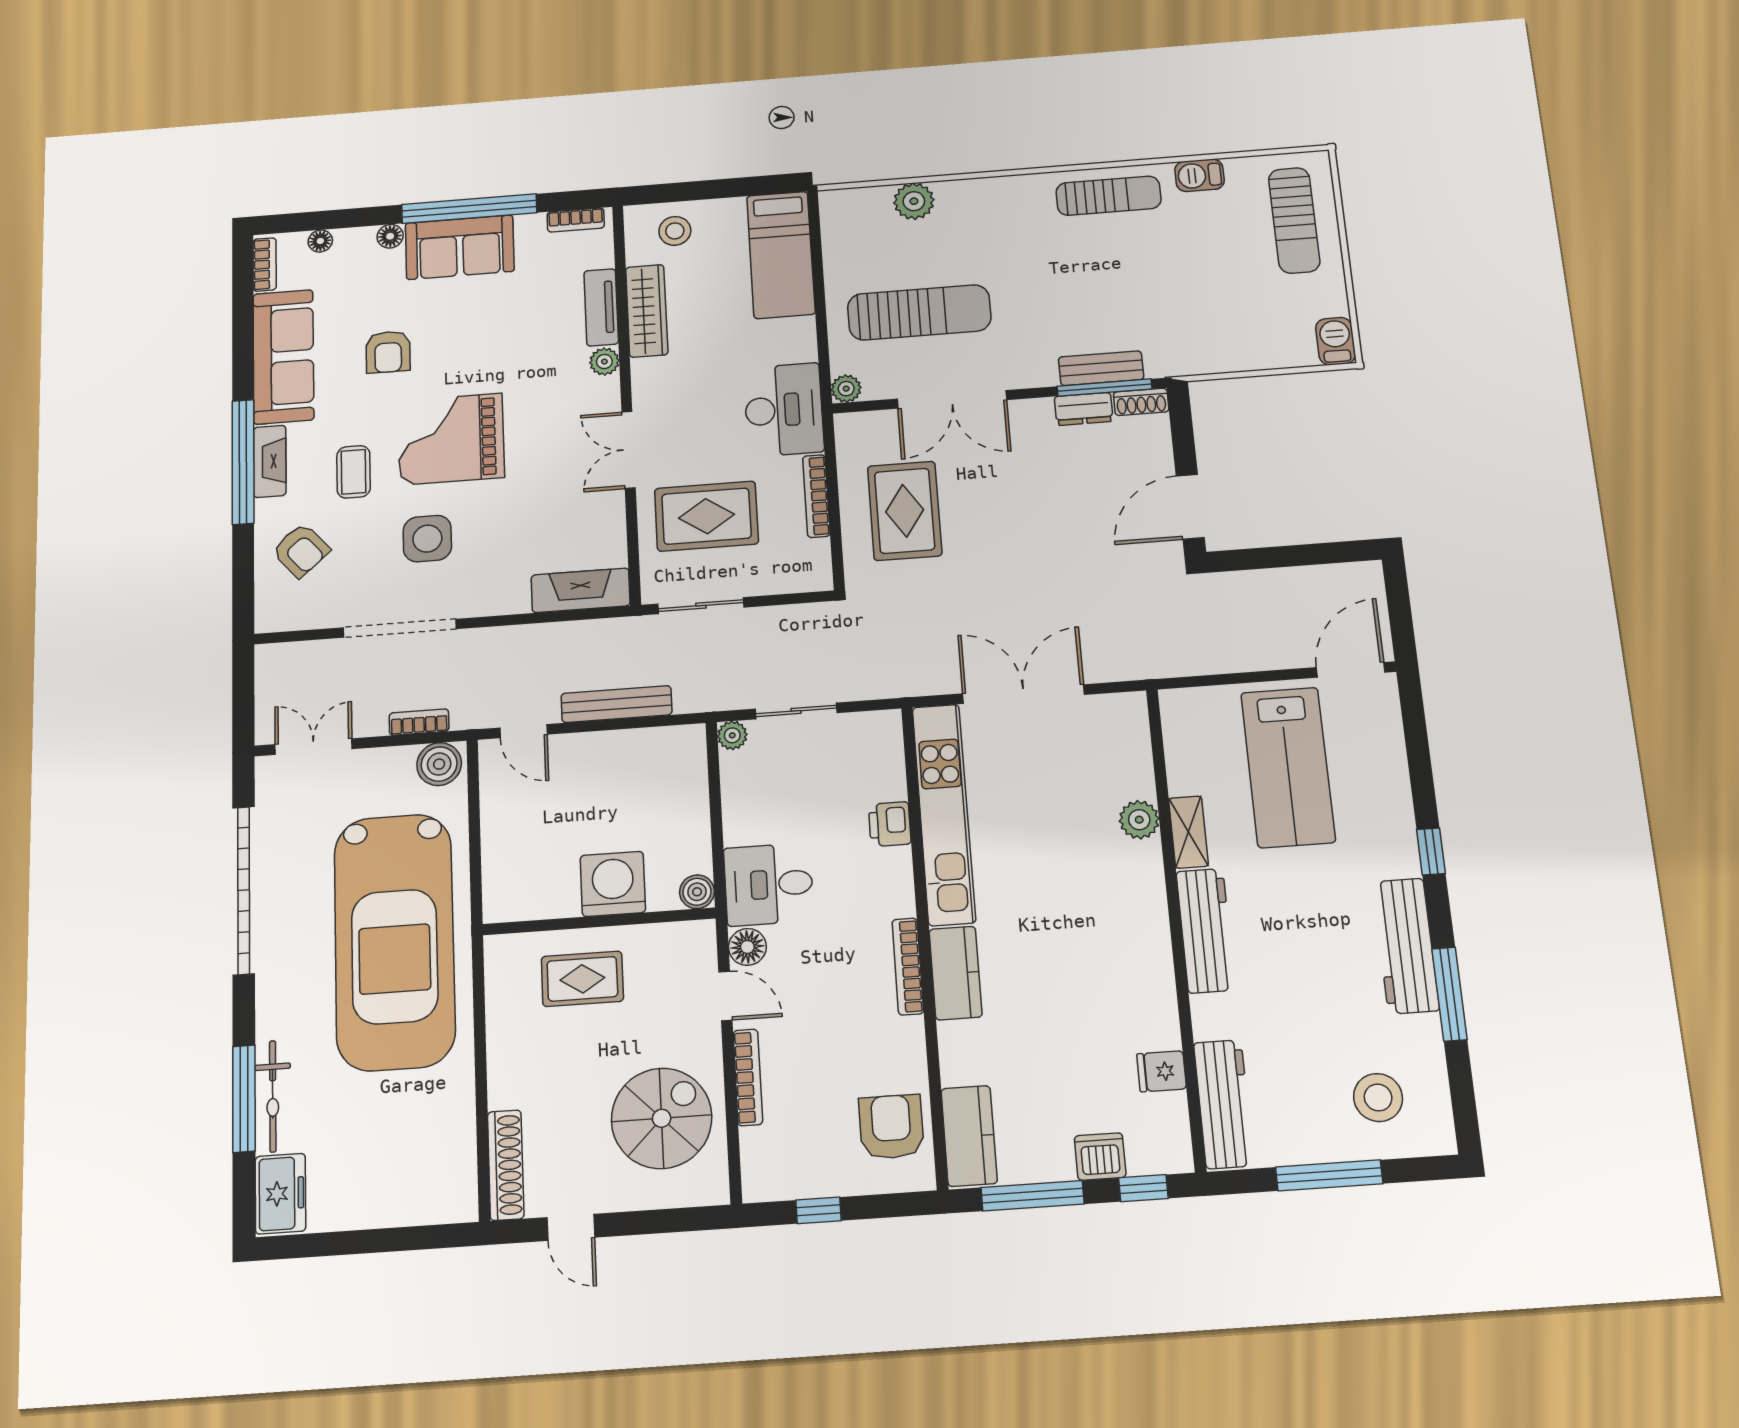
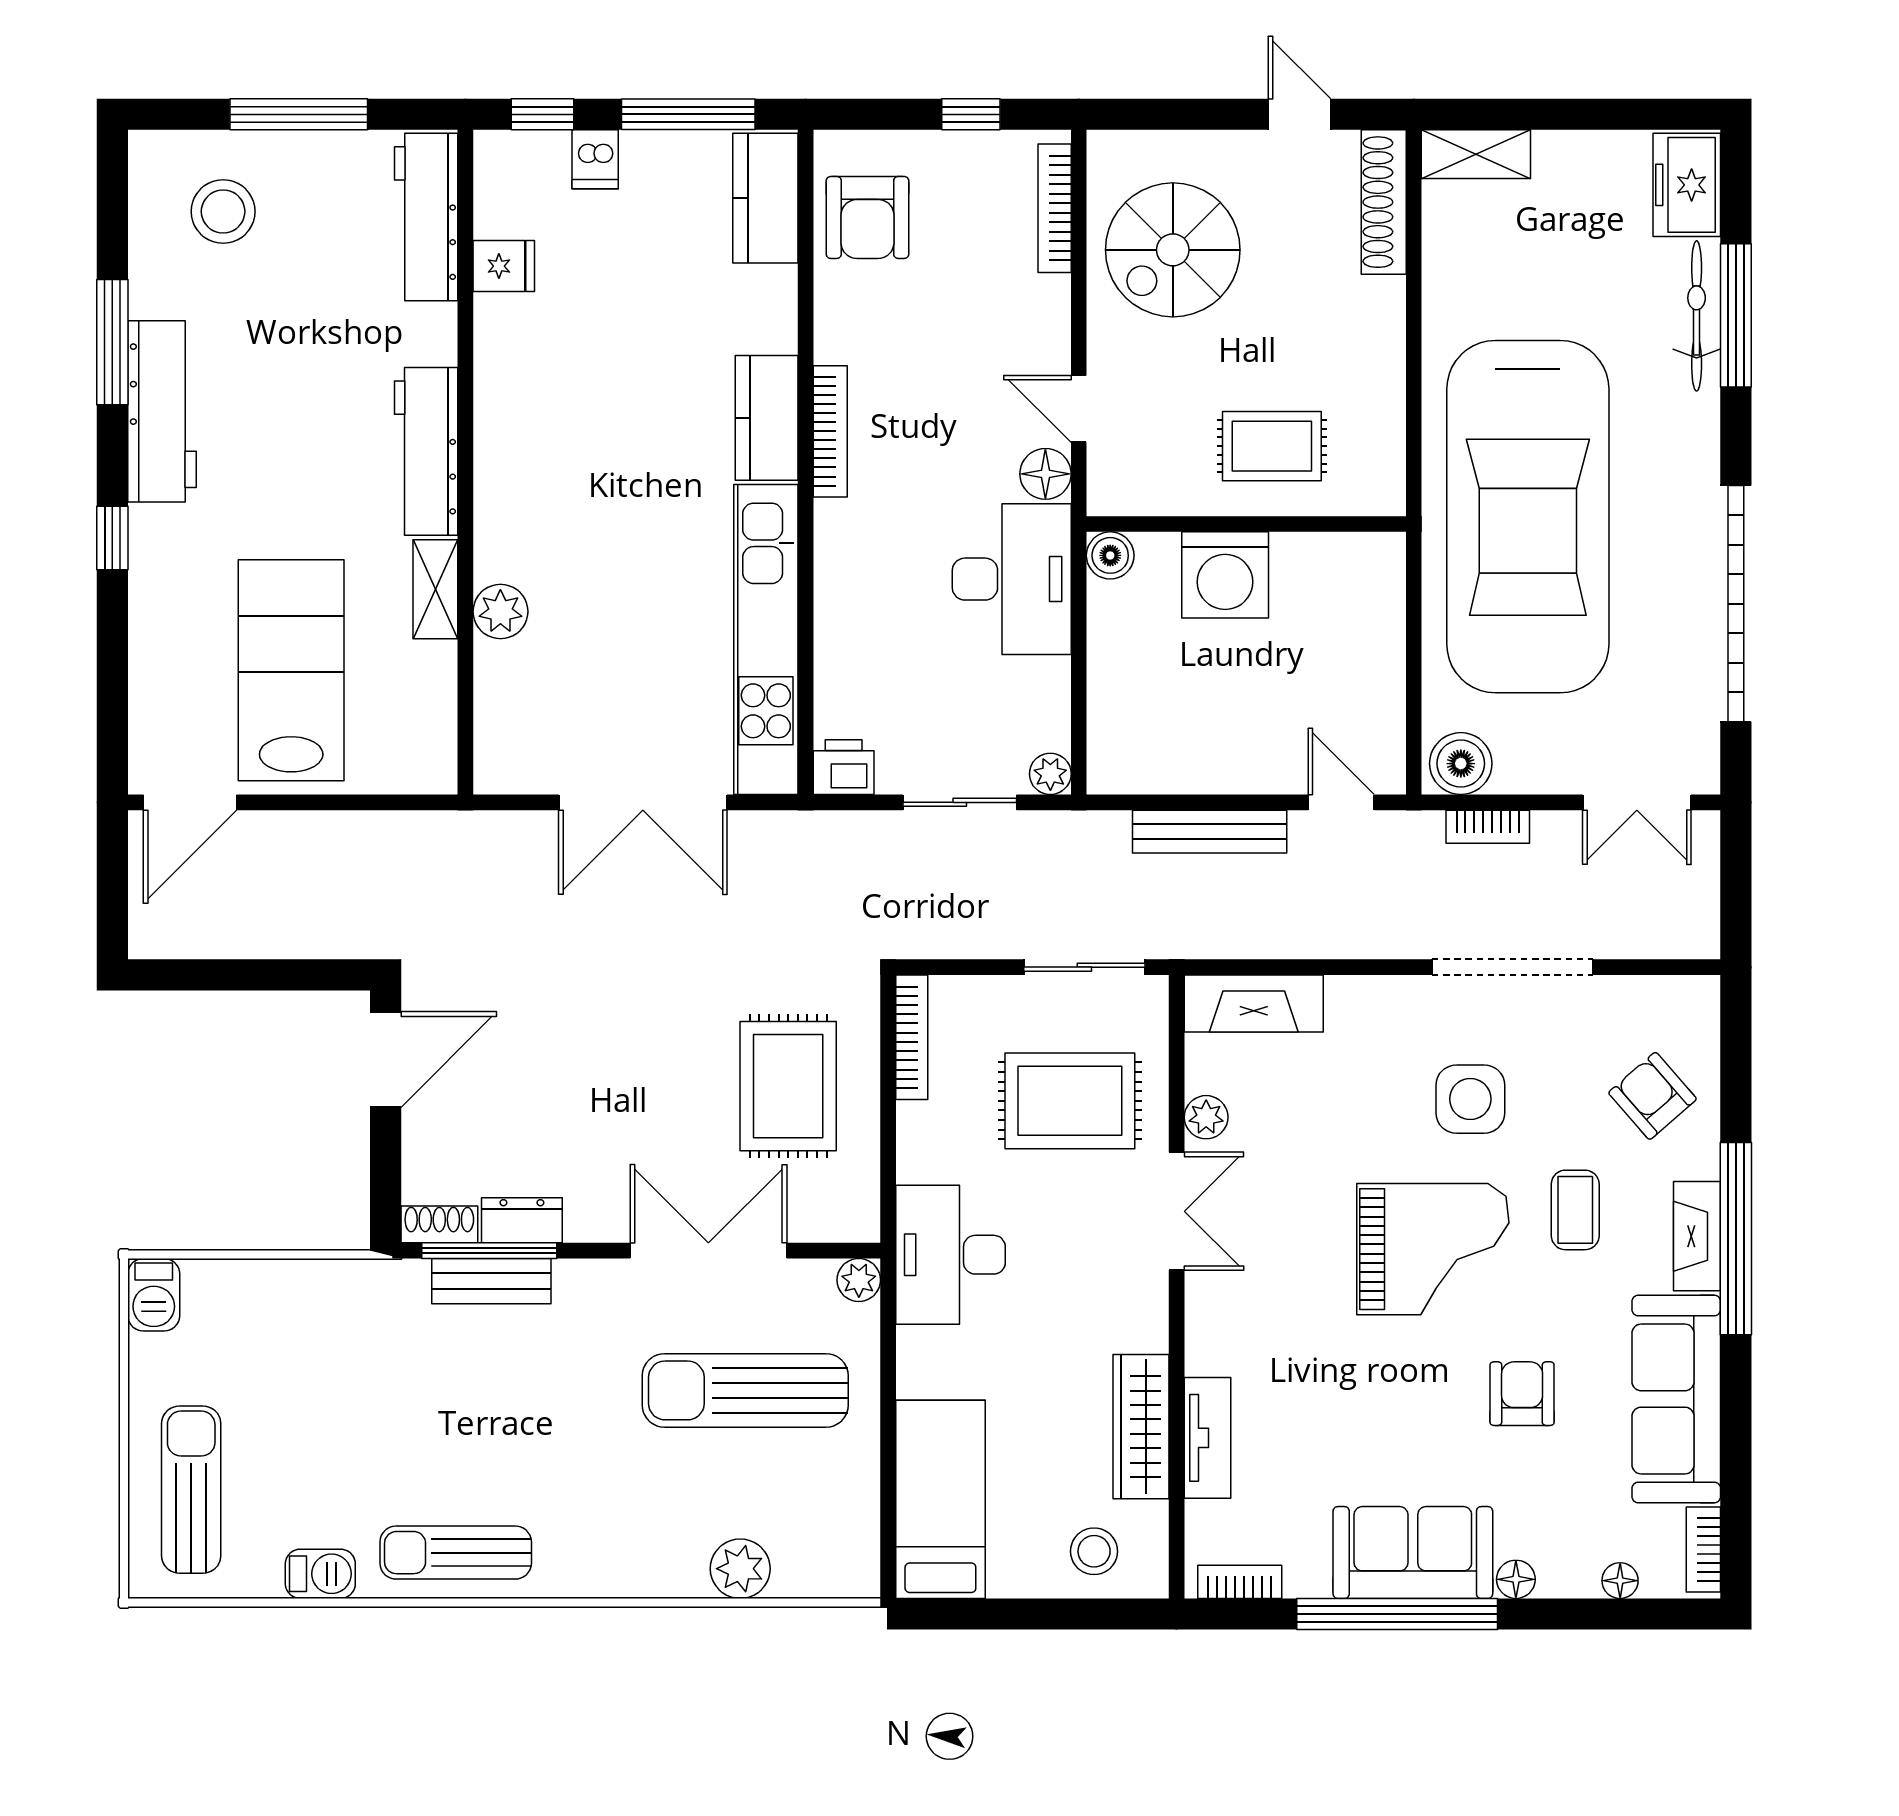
plant: (604, 362) -> (1206, 1117), moved
bookcase: (816, 496) -> (912, 1037), moved
printer: (890, 824) -> (844, 767), moved, turned -90
desk: (769, 884) -> (1012, 579), width x1.37
car: (394, 941) -> (1528, 517), turned 180
bookcase: (748, 1077) -> (1055, 208), moved
dishwasher: (1100, 1157) -> (595, 159), width x0.73
shelving: (438, 1206) -> (1476, 154), added

